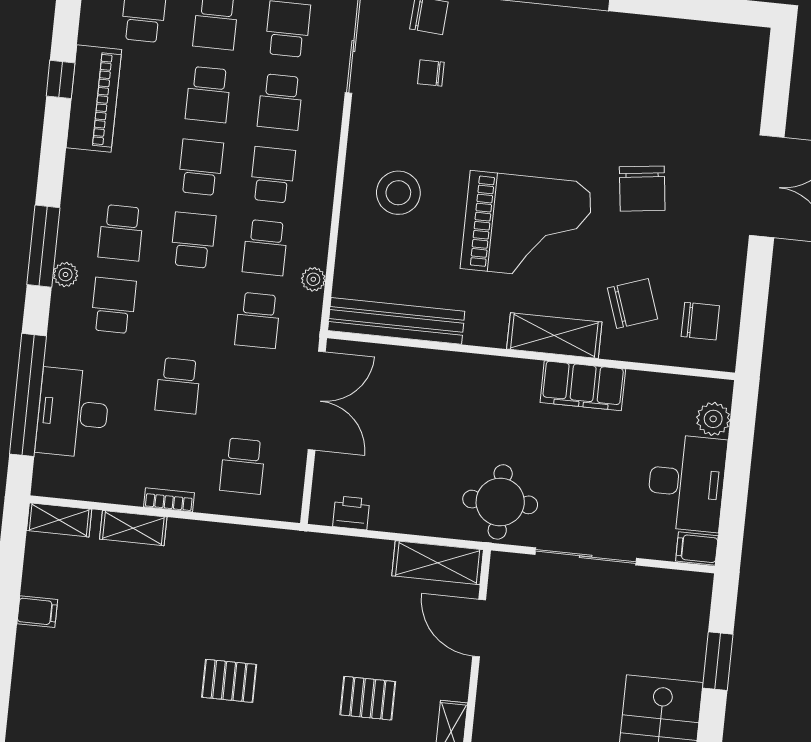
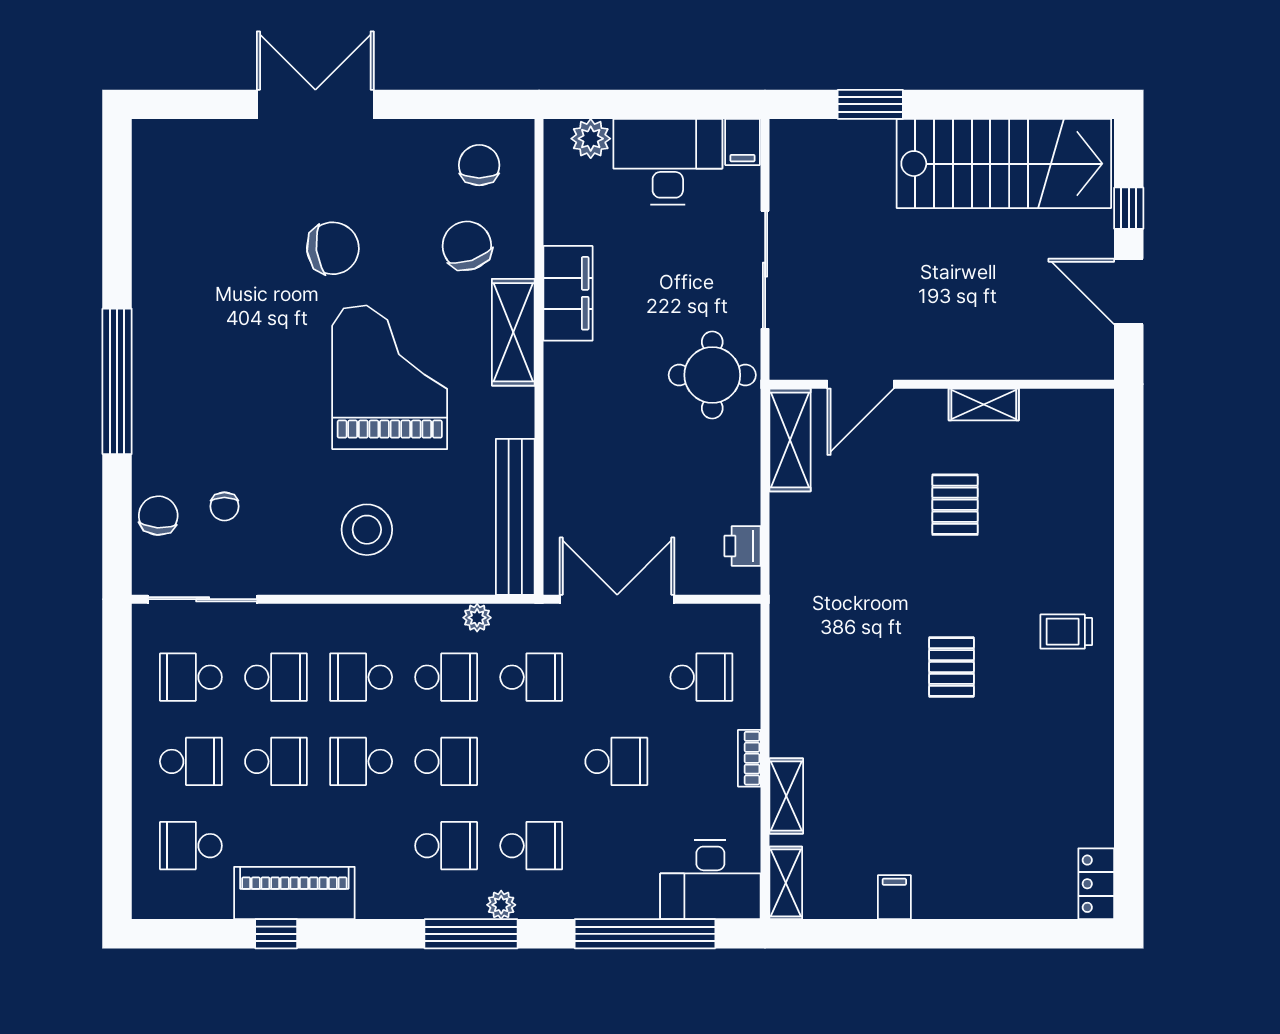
school desk: (193, 240) -> (446, 761), turned 180
school desk: (113, 305) -> (531, 846), turned 180
desk: (73, 413) -> (710, 880), moved

